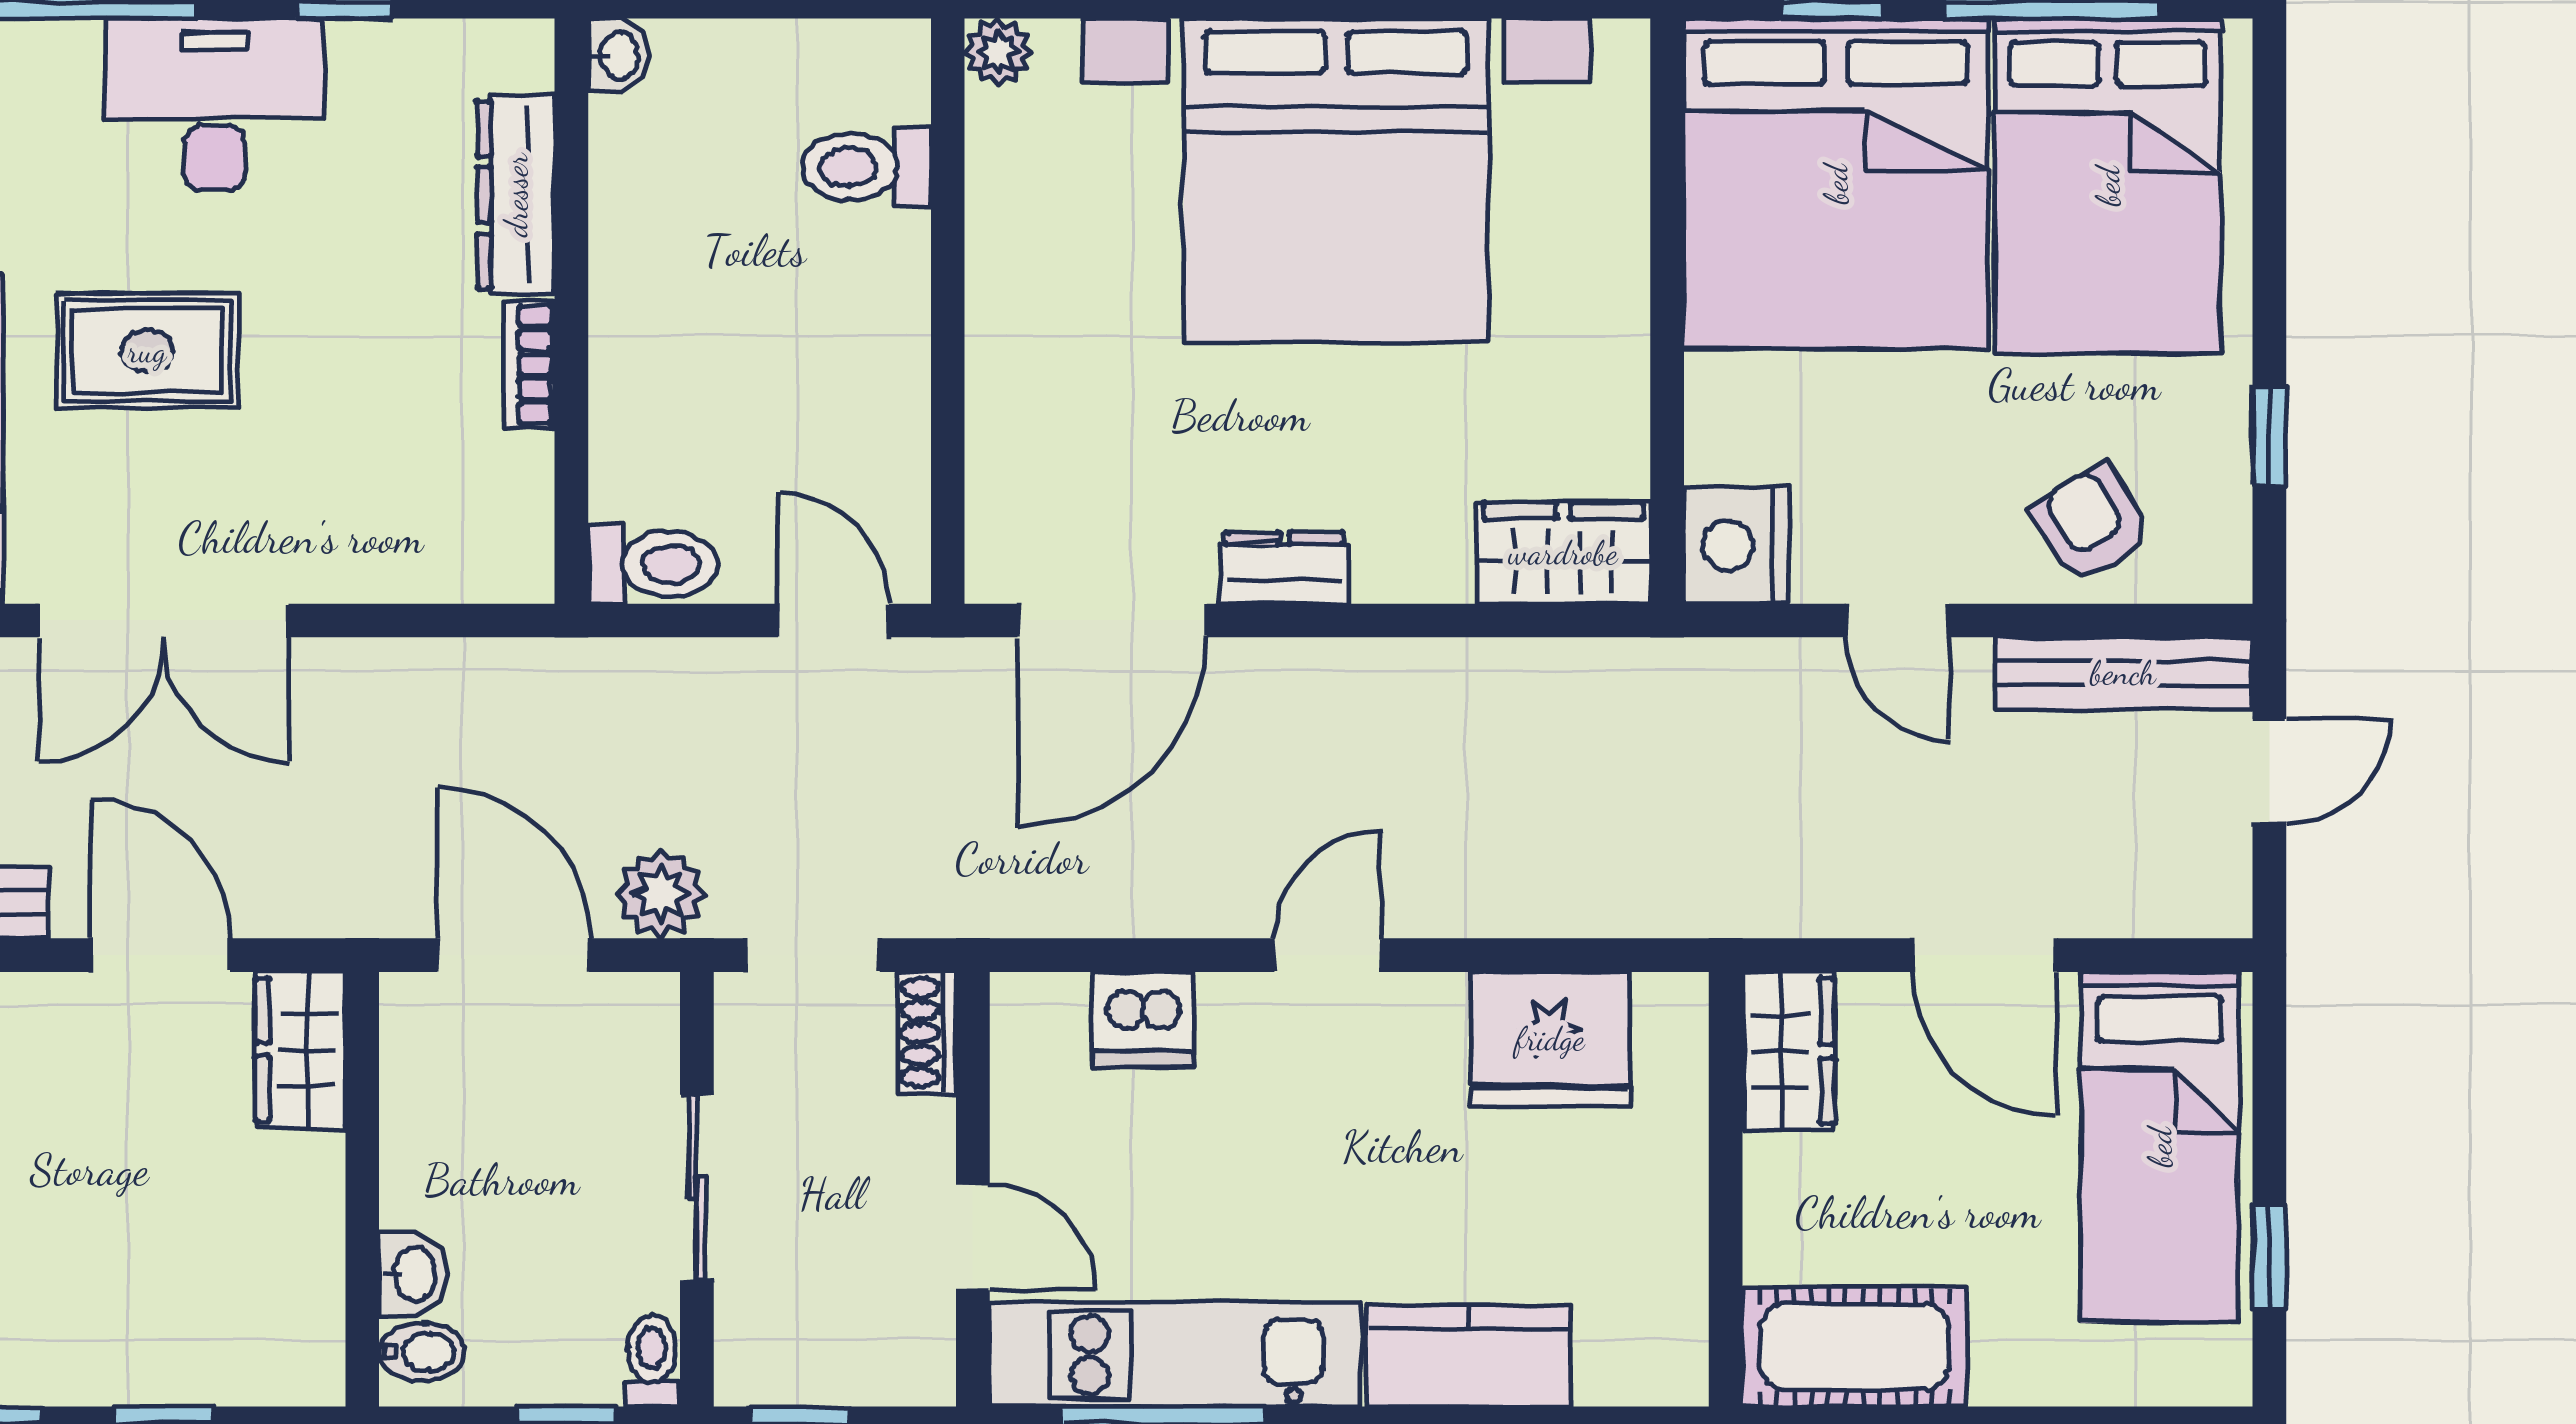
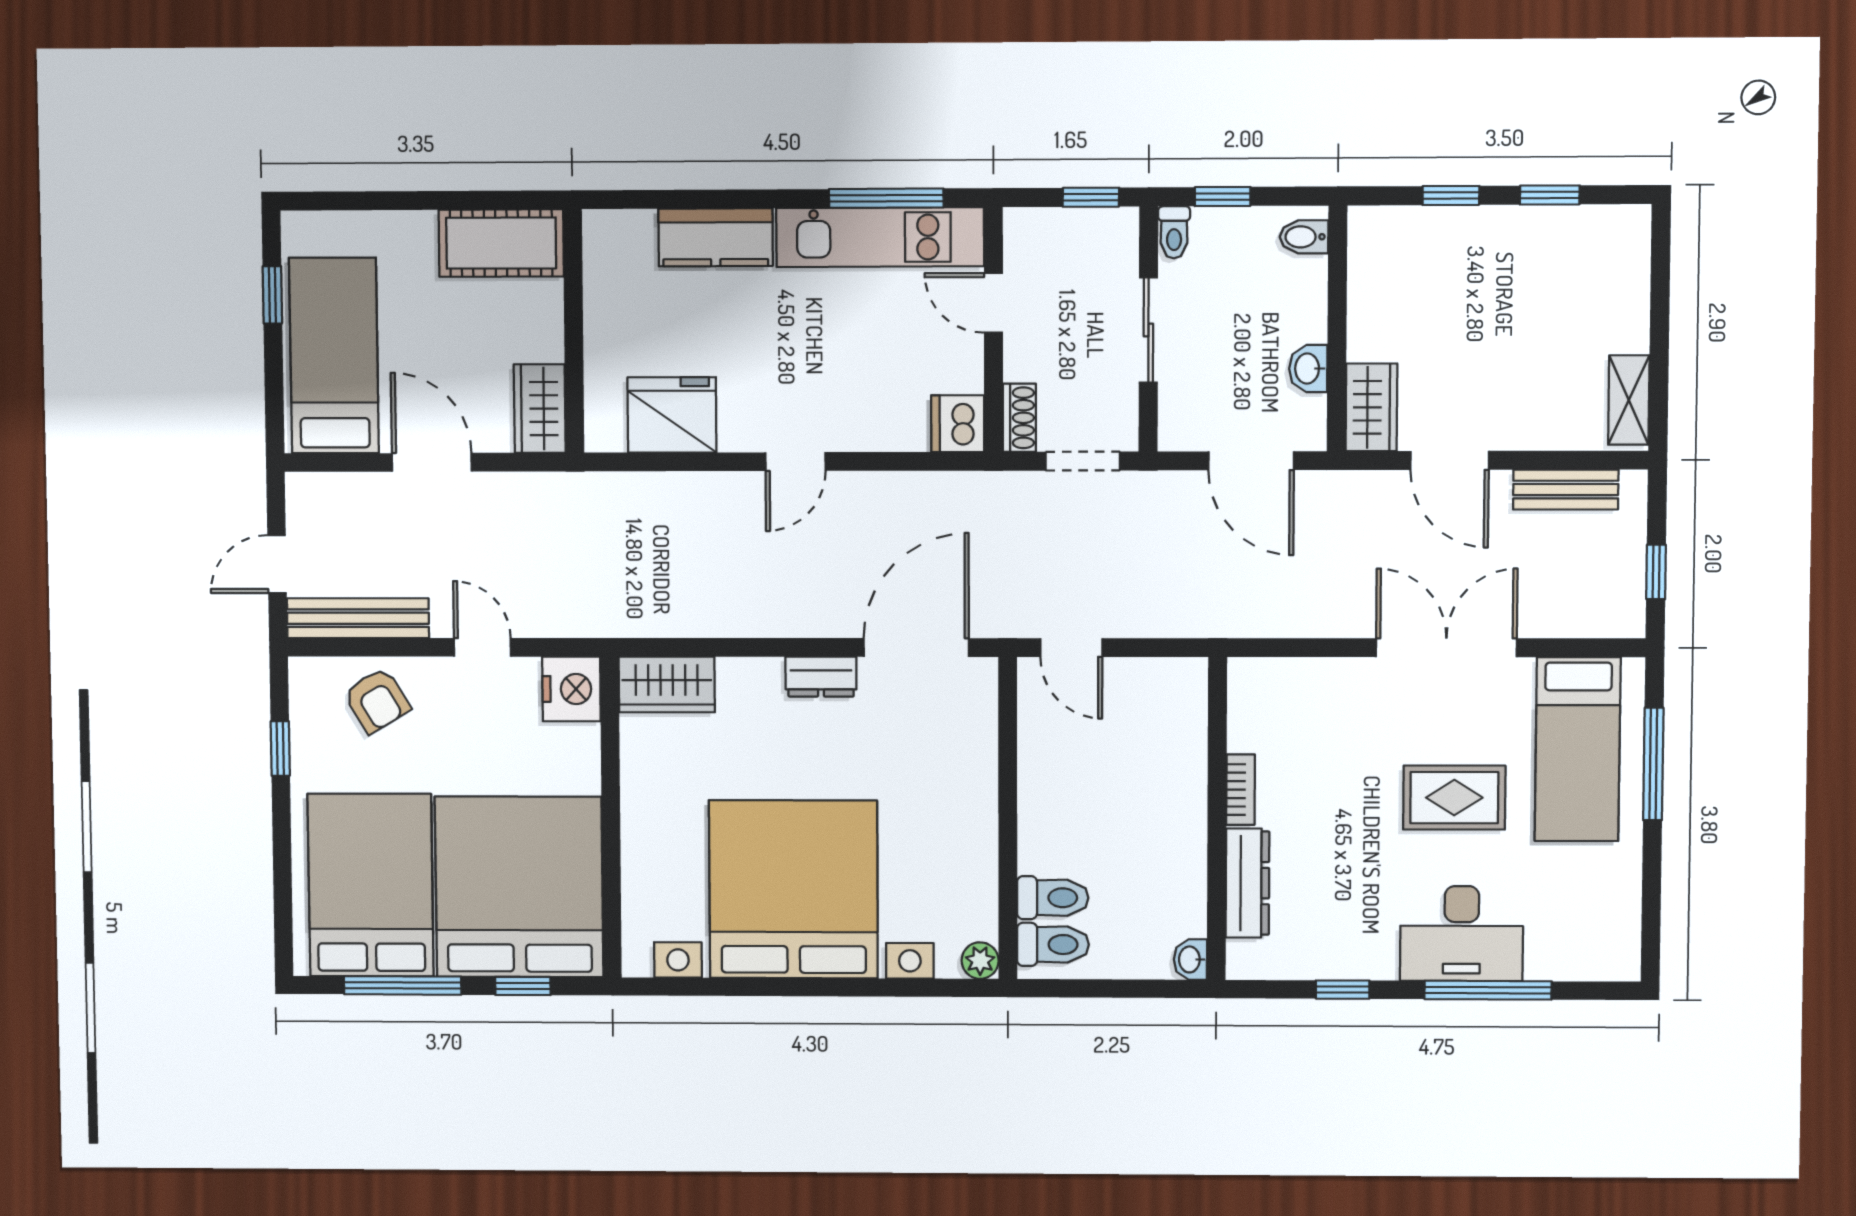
desk: (215, 104) -> (1462, 934), moved
toilet: (653, 564) -> (1053, 944), moved, turned 180
plant: (661, 894) -> (1168, 495), removed
dishwasher: (1143, 1019) -> (958, 424), moved, turned -90
washbasin: (413, 1274) -> (1308, 369), moved

